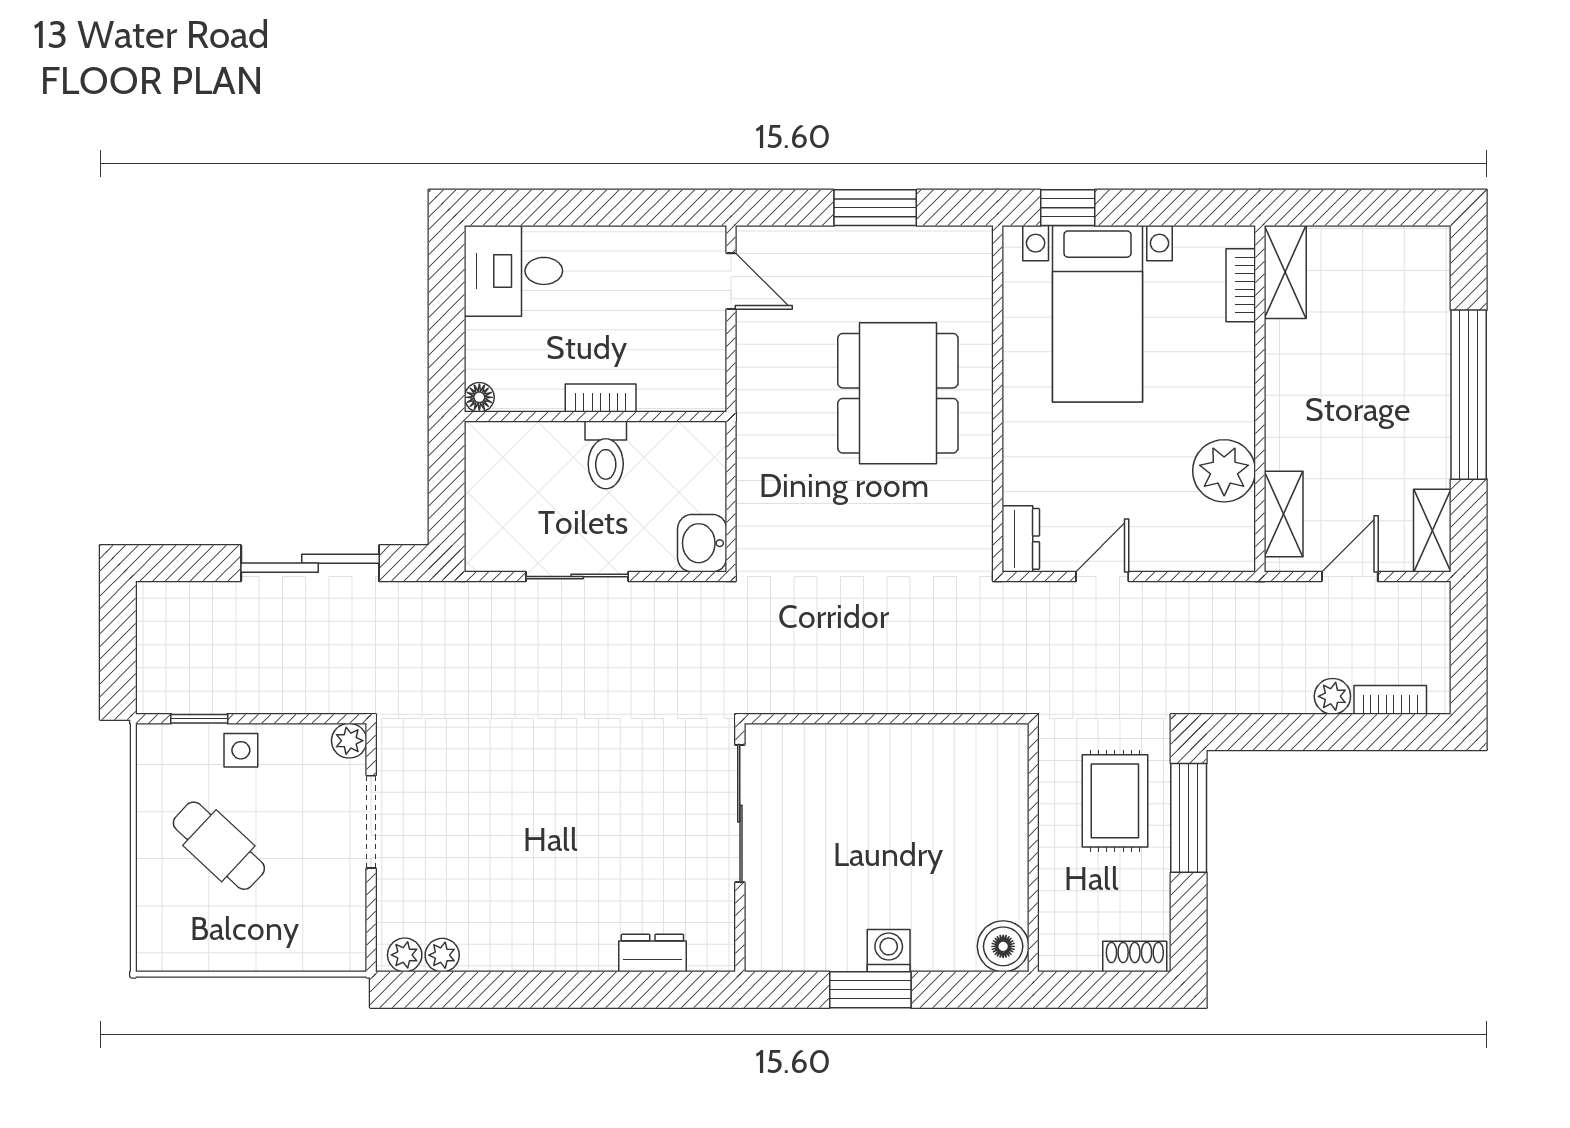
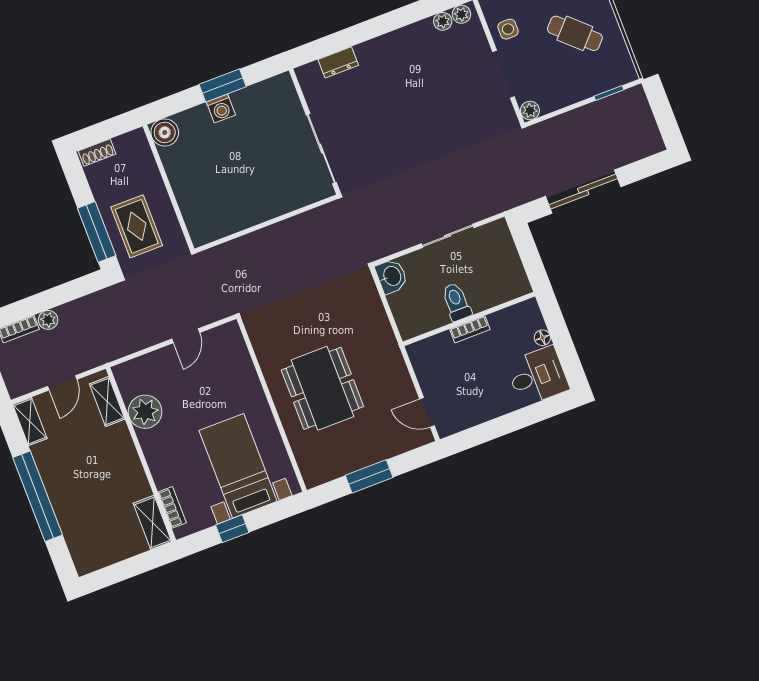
window: (1068, 208) -> (232, 529), moved
floor lamp: (479, 397) -> (542, 338), moved
dresser: (1021, 539) -> (233, 339), removed
side table: (241, 750) -> (508, 29), moved

